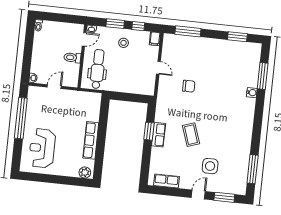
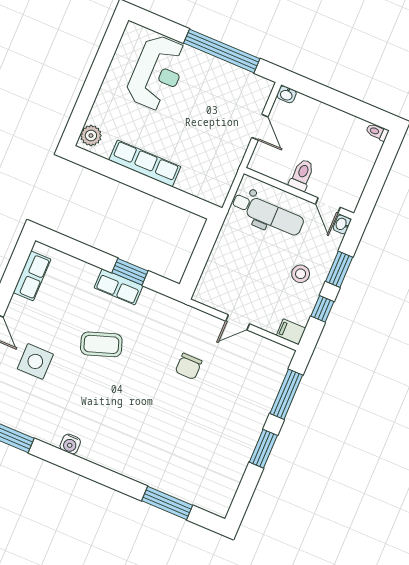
window: (237, 37) -> (263, 449), moved
water cooler: (252, 93) -> (70, 444), moved
reception desk: (42, 148) -> (157, 73), turned 90

